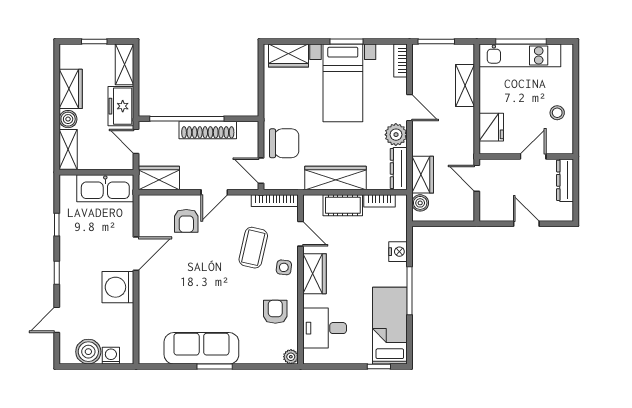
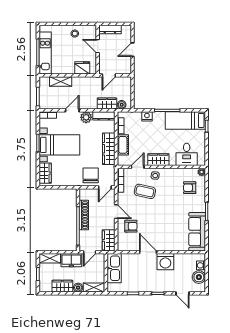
armchair: (275, 312) -> (190, 188), moved
sofa: (201, 348) -> (197, 232), moved

